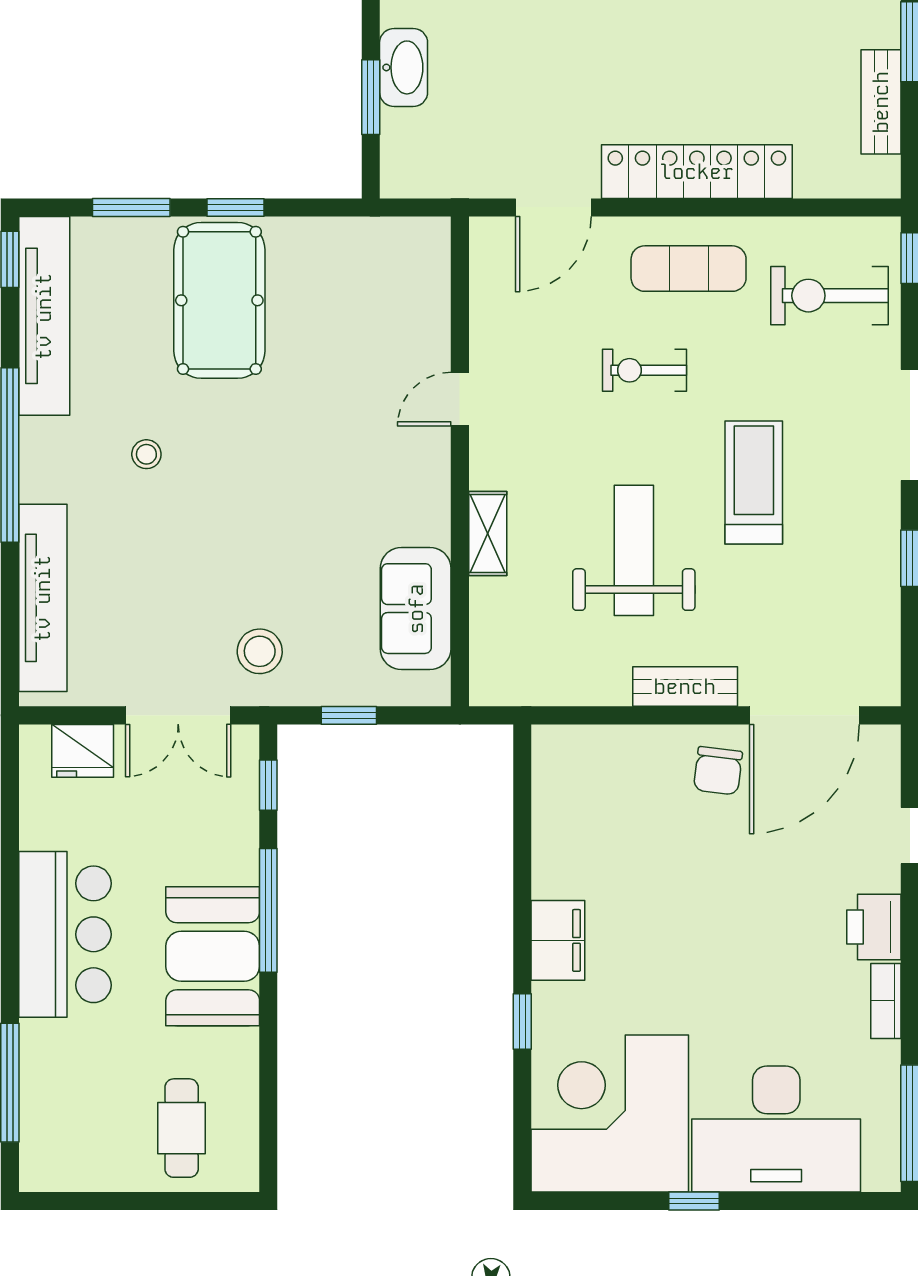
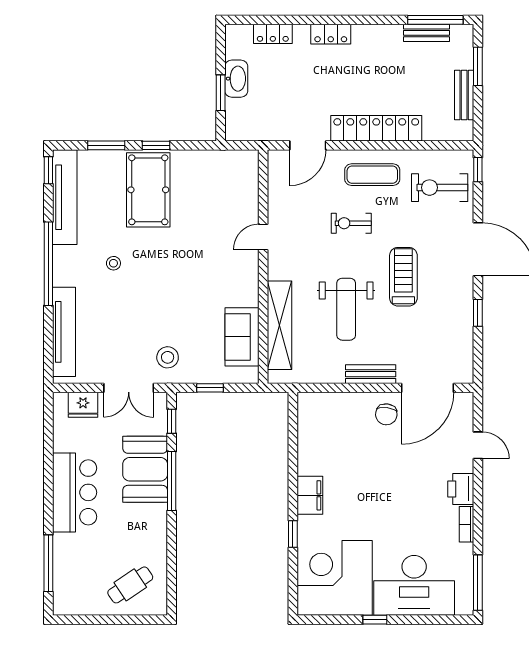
shelving: (488, 534) -> (279, 325), width x2.20, depth x1.33
weight bench: (634, 550) -> (346, 309), turned 180
booth: (213, 956) -> (145, 469), moved
cafe table: (182, 1128) -> (130, 585), turned 56

